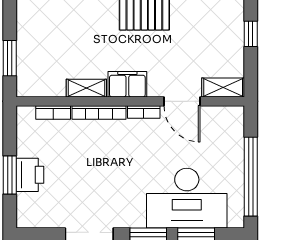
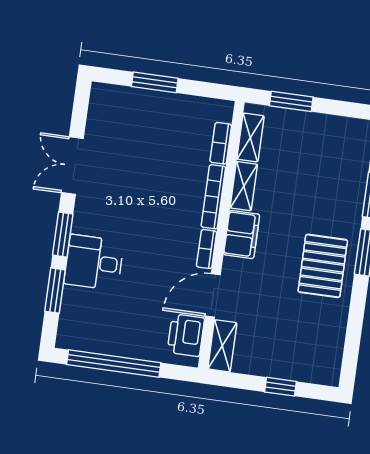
shelving: (45, 88) -> (250, 137), added
printer: (30, 175) -> (186, 335), moved, turned 90
desk: (187, 198) -> (94, 263), width x0.53, depth x0.77

